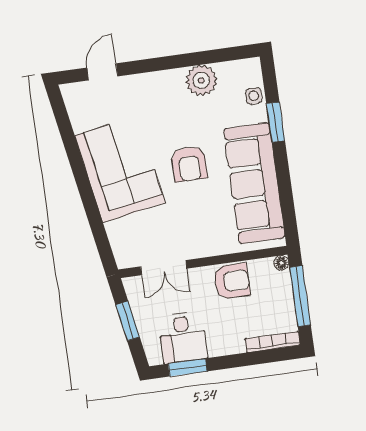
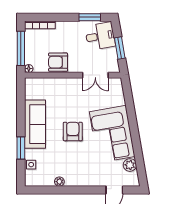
plant: (201, 80) -> (59, 182), width x0.53, depth x0.53
plant: (81, 119) -> (130, 165), added
sofa: (254, 183) -> (35, 124), width x0.74, depth x0.79
double door: (164, 268) -> (95, 75), swing flipped
desk: (183, 337) -> (100, 36), moved, turned 80

